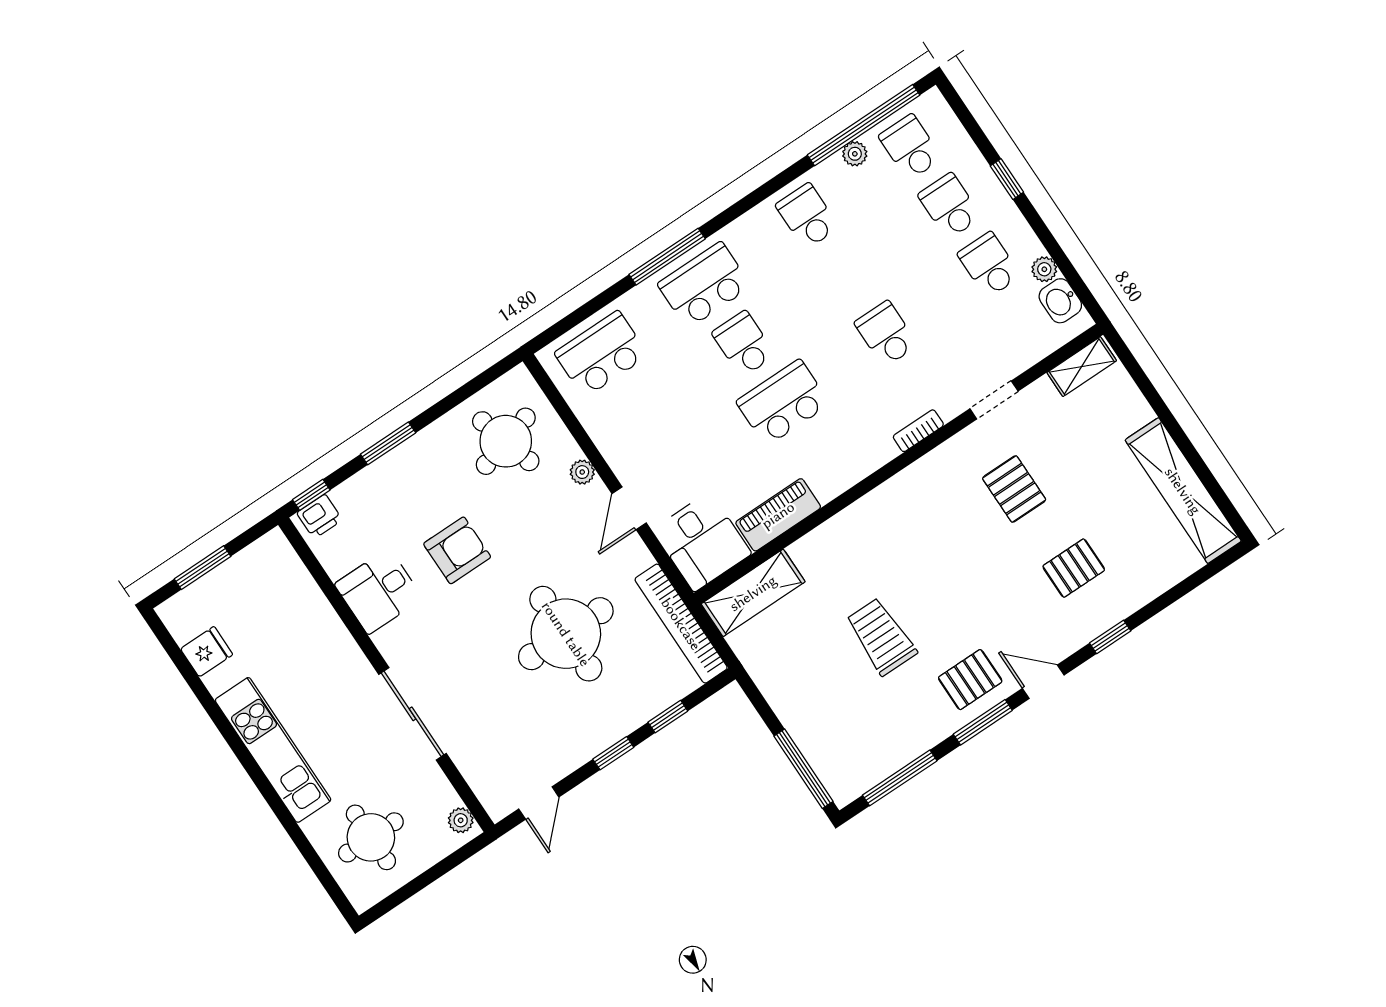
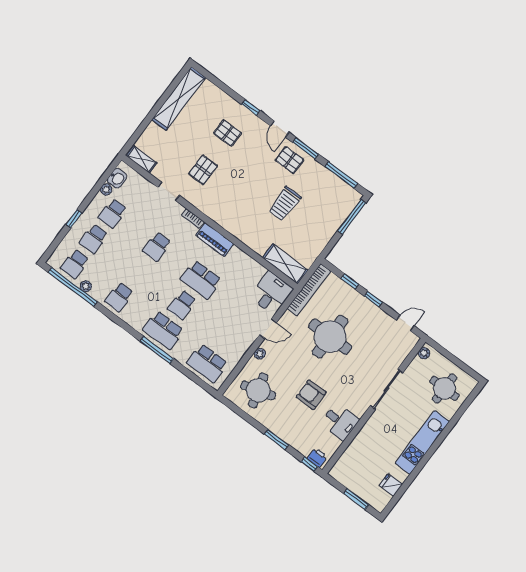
piano: (778, 515) -> (215, 240), moved

